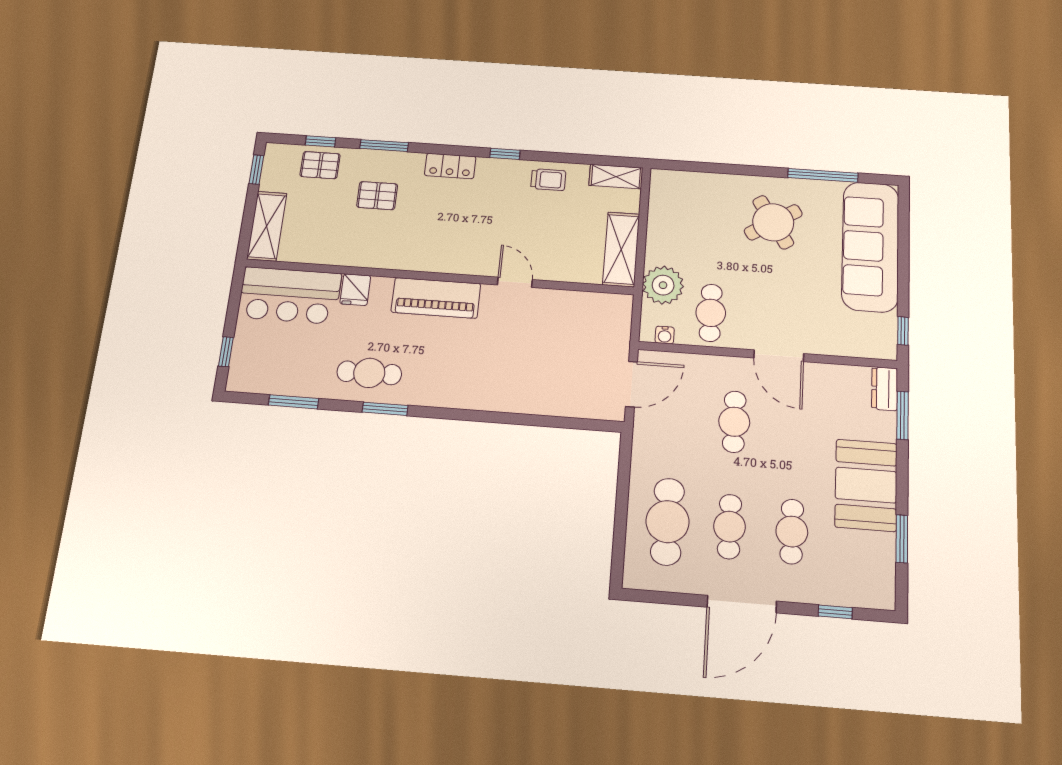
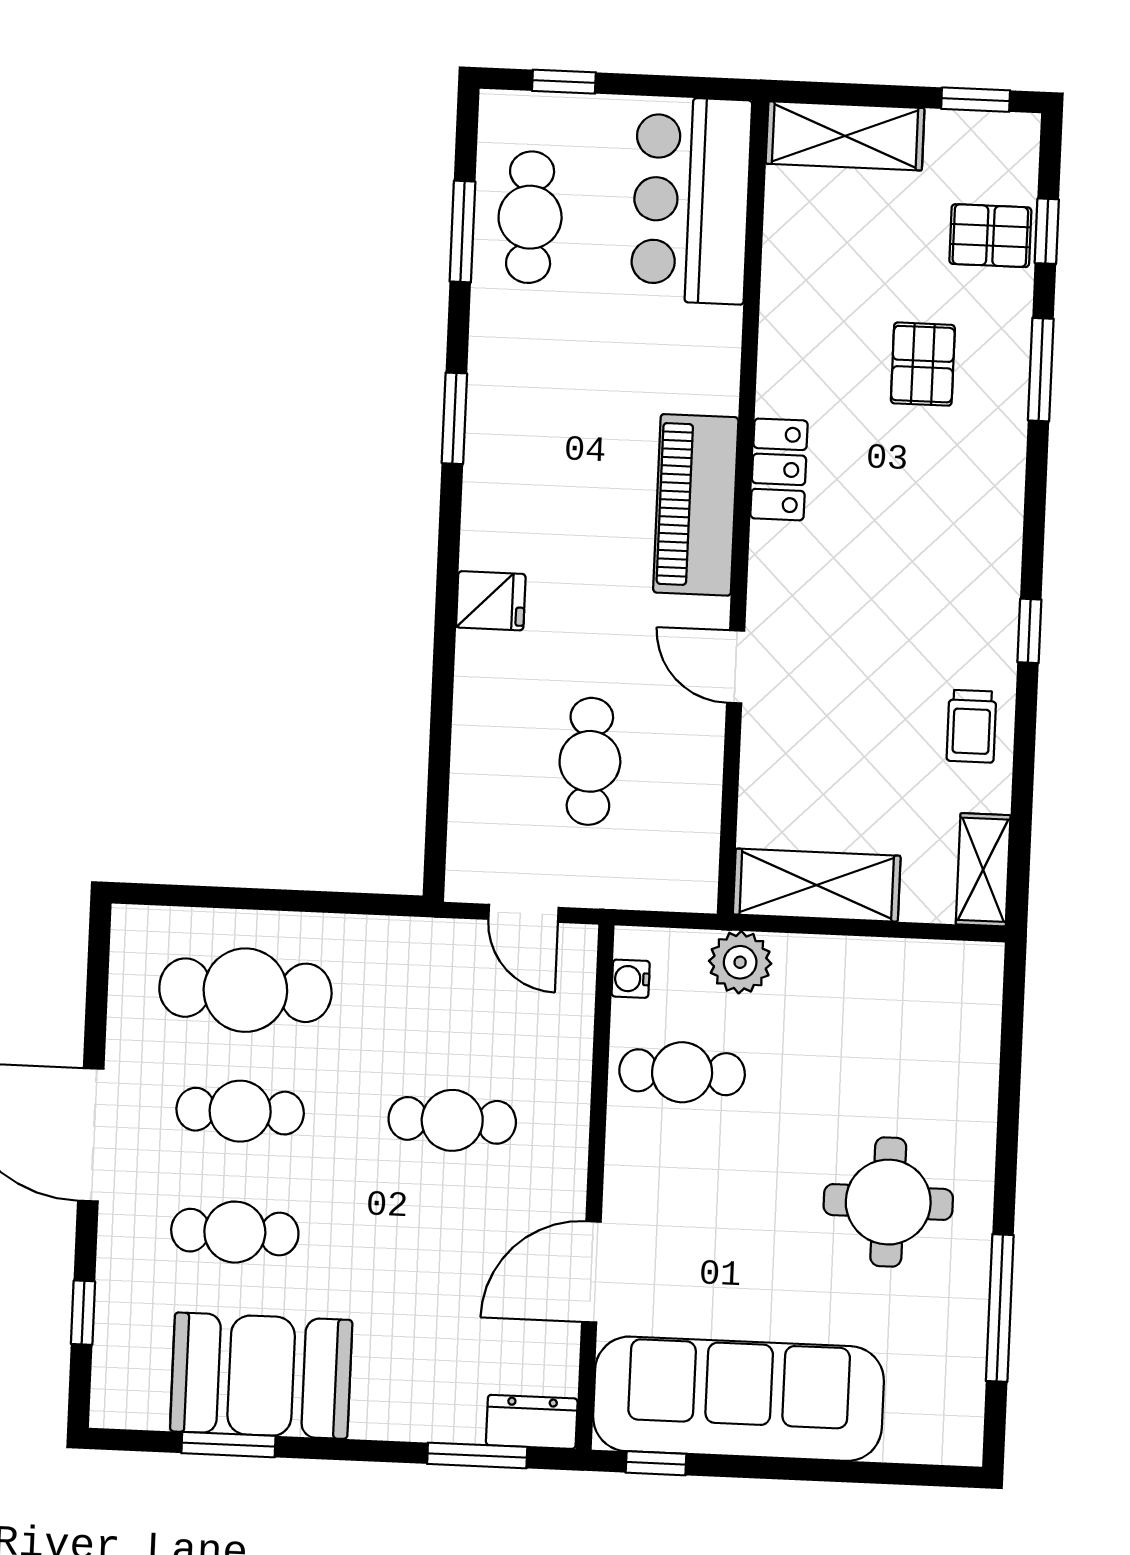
pallet: (320, 165) -> (990, 236), turned 90
locker: (450, 166) -> (779, 469), moved, turned 180
round table: (773, 222) -> (888, 1202), turned 32
sofa: (870, 246) -> (738, 1399), moved
door: (515, 282) -> (736, 667), swing flipped
plant: (663, 285) -> (740, 962), width x0.73, depth x0.73
fridge: (355, 290) -> (491, 601), moved, turned 180
cafe table: (558, 351) -> (590, 761), added
door: (779, 356) -> (591, 1272), moved
cafe table: (369, 373) -> (530, 217), moved
door: (631, 384) -> (523, 913), width x0.73
booth: (866, 485) -> (261, 1376), moved

